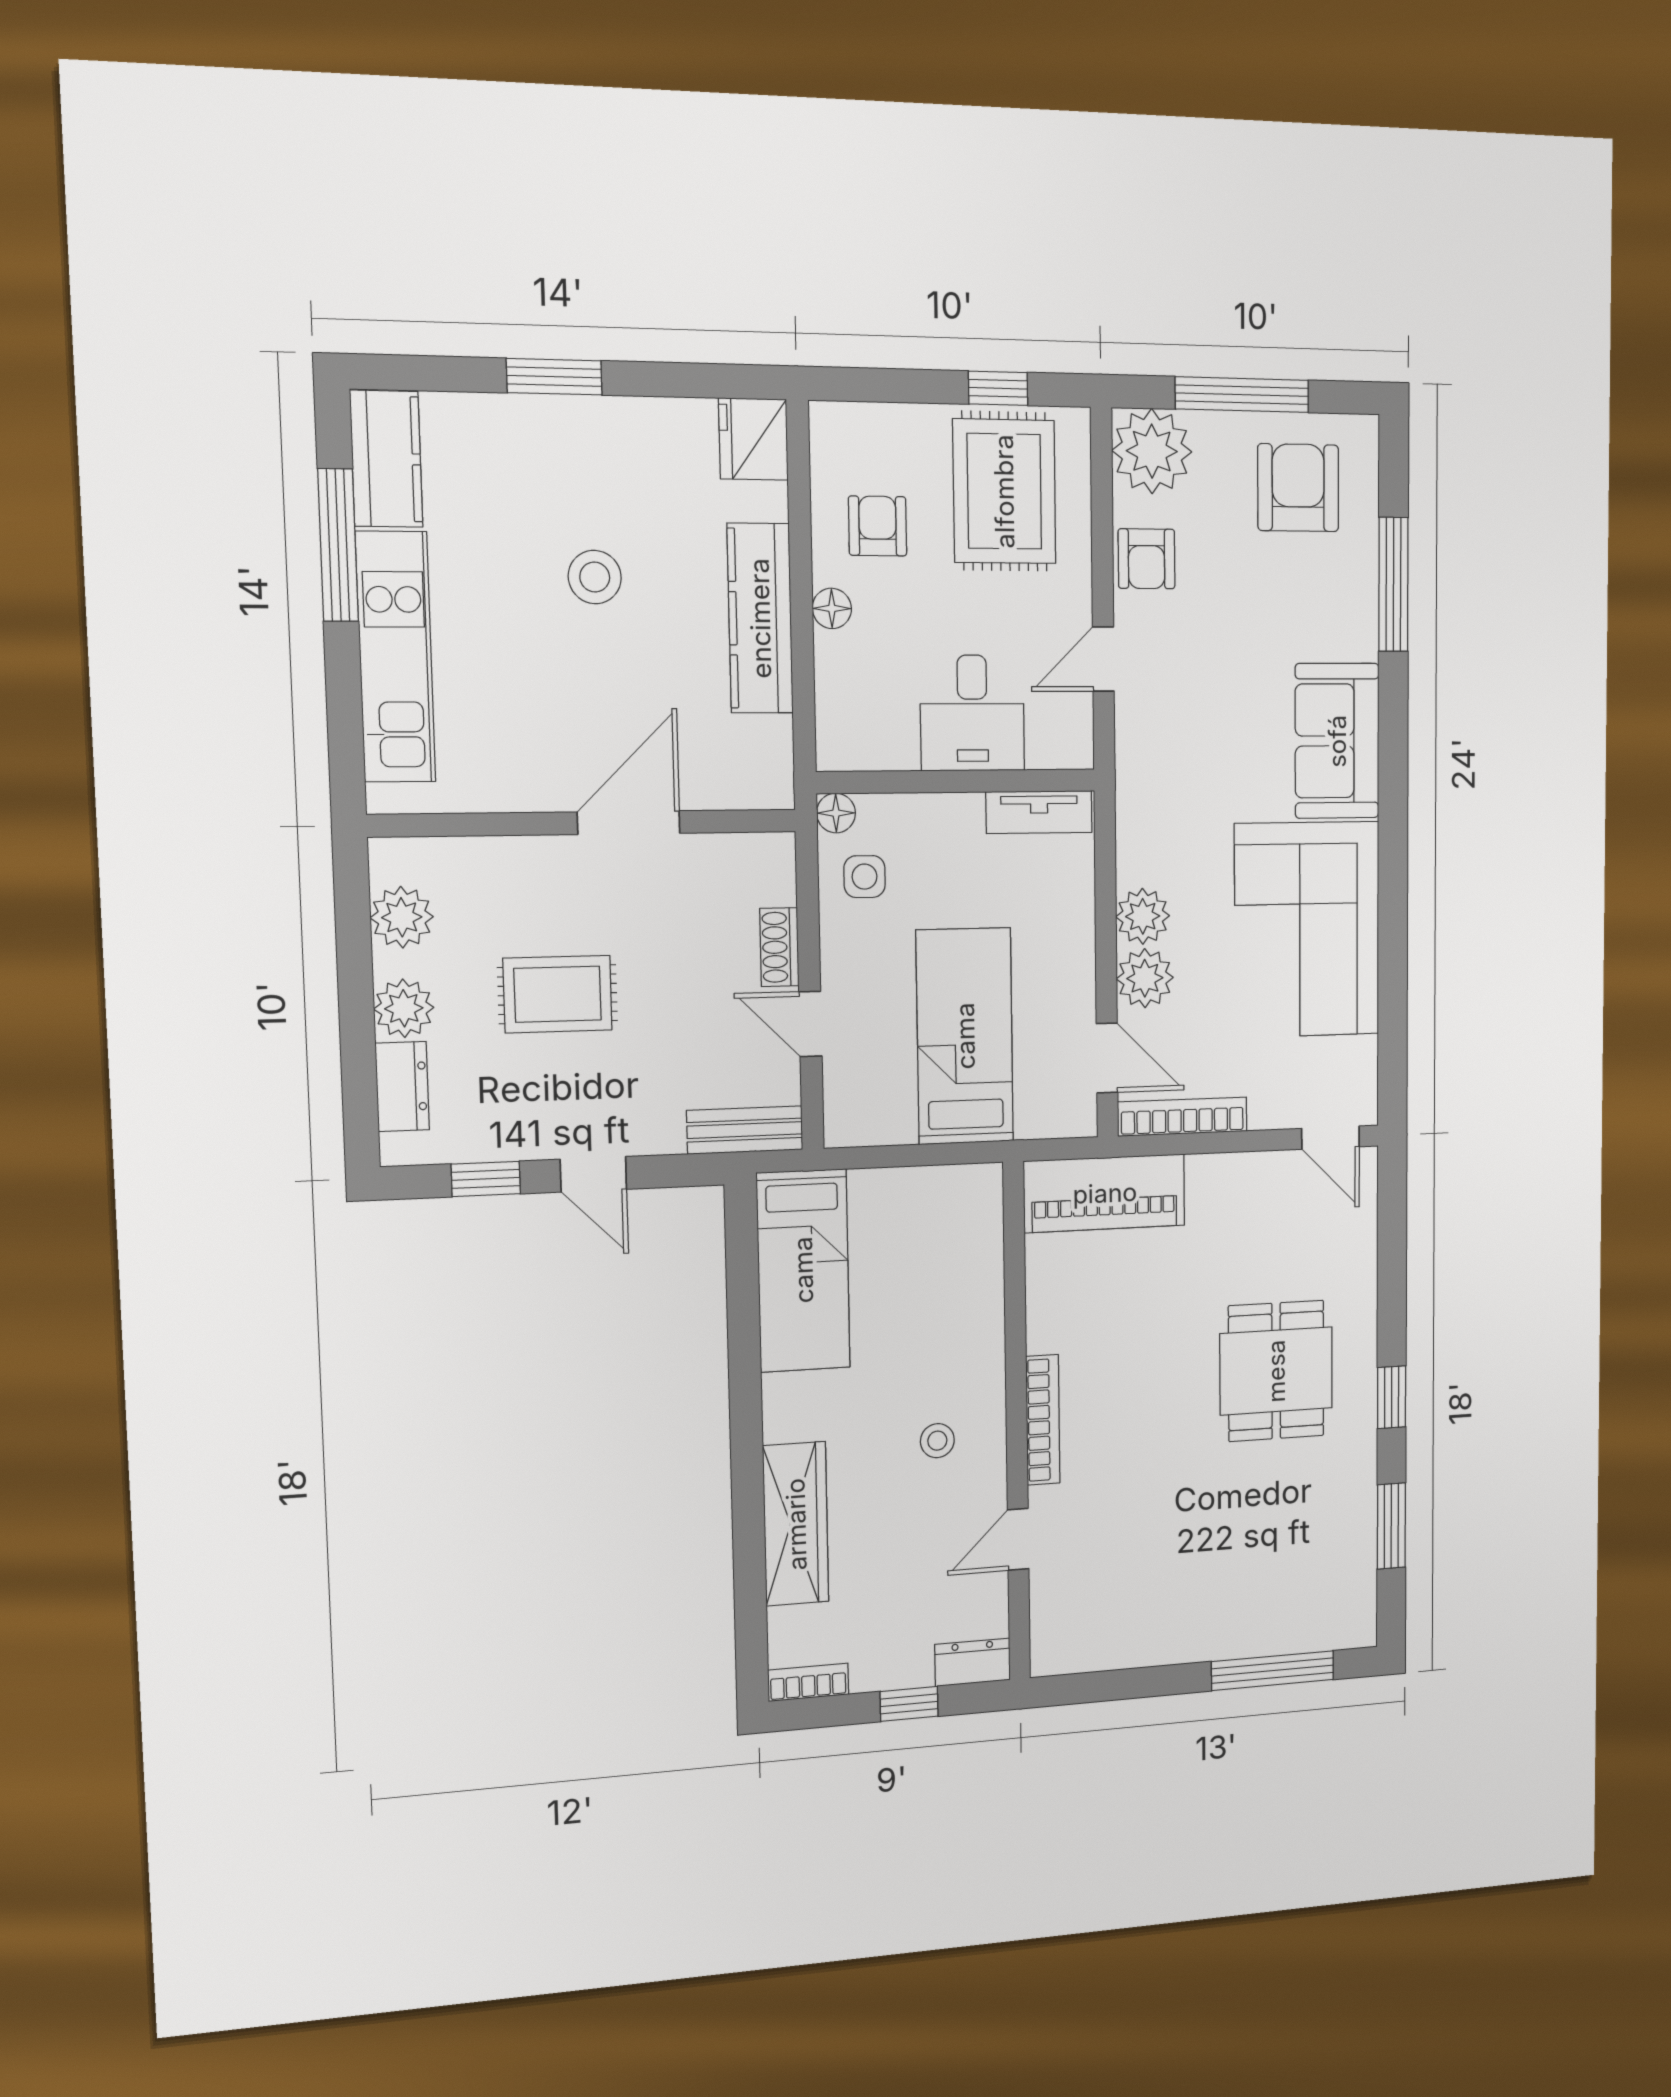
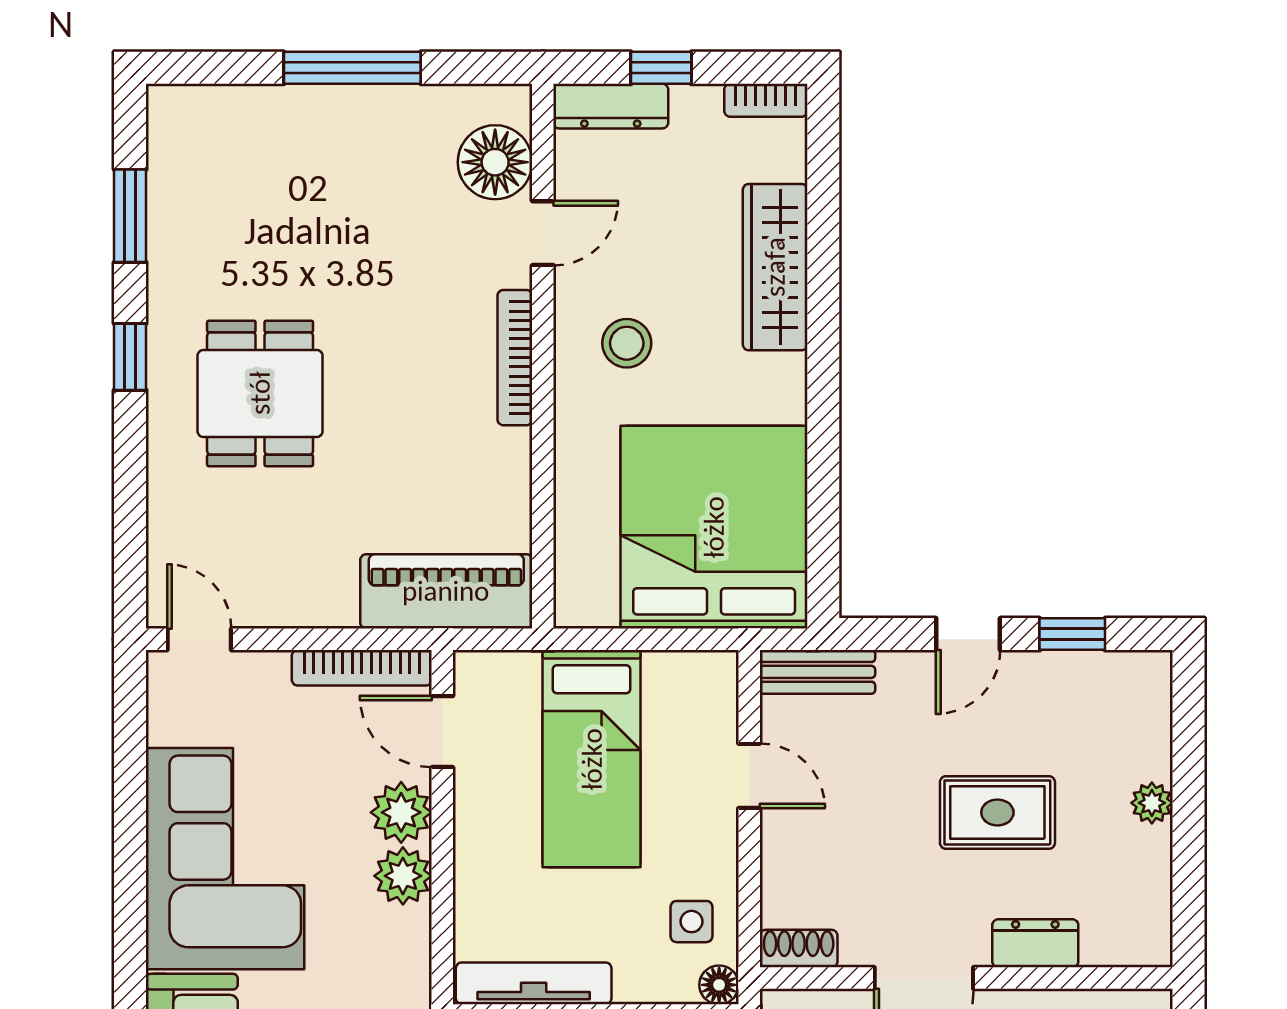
tv unit: (1039, 812) -> (534, 983), width x1.41
plant: (402, 917) -> (1143, 890), removed
shoe rack: (779, 947) -> (799, 949), moved, turned -90
plant: (404, 1008) -> (1152, 803), width x0.73, depth x0.73
dresser: (402, 1087) -> (1035, 943), moved, turned 90
door: (593, 1174) -> (968, 634), swing flipped
bed: (803, 1270) -> (714, 527), width x2.04
stool: (937, 1441) -> (627, 343), width x1.37, depth x1.37
floor lamp: (1063, 1602) -> (495, 162), added
dresser: (973, 1662) -> (611, 106), width x1.44
window: (1273, 1671) -> (352, 68), moved

